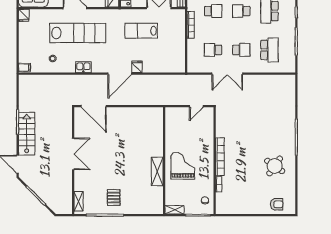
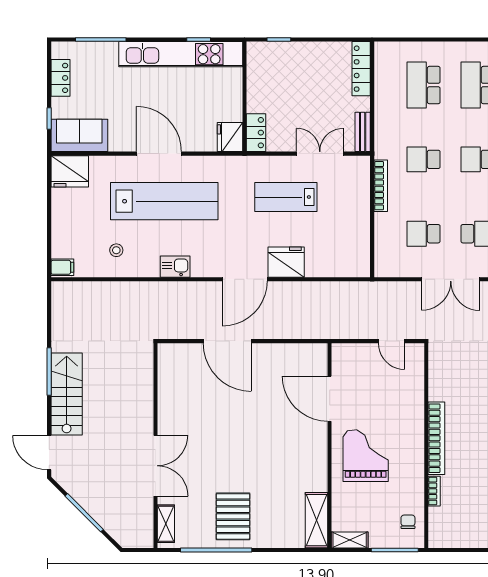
school desk: (213, 11) -> (424, 159), turned 180
fridge: (24, 15) -> (70, 171), width x1.88, depth x1.34
fridge: (137, 67) -> (286, 262), width x1.88, depth x1.34
door: (94, 106) -> (227, 341), moved
door: (196, 106) -> (391, 341), hinge flipped
door: (164, 136) -> (330, 399), added
double door: (73, 154) -> (156, 466), moved
shelving: (157, 171) -> (317, 520), moved
pallet: (114, 198) -> (233, 516), width x1.50, depth x1.42

